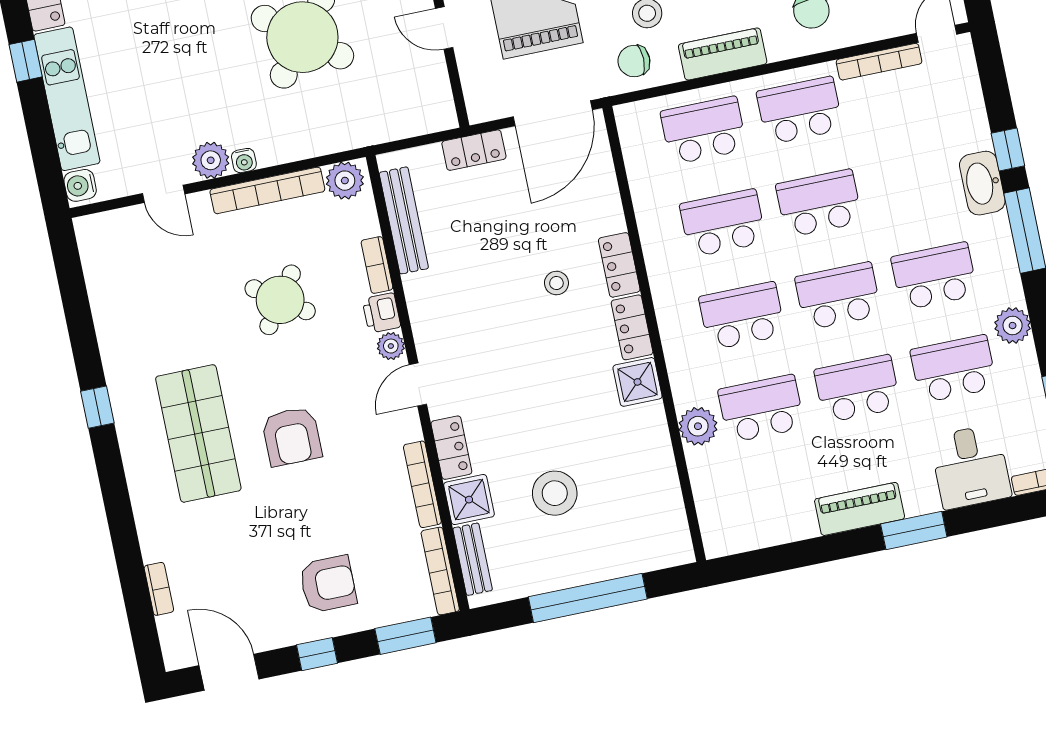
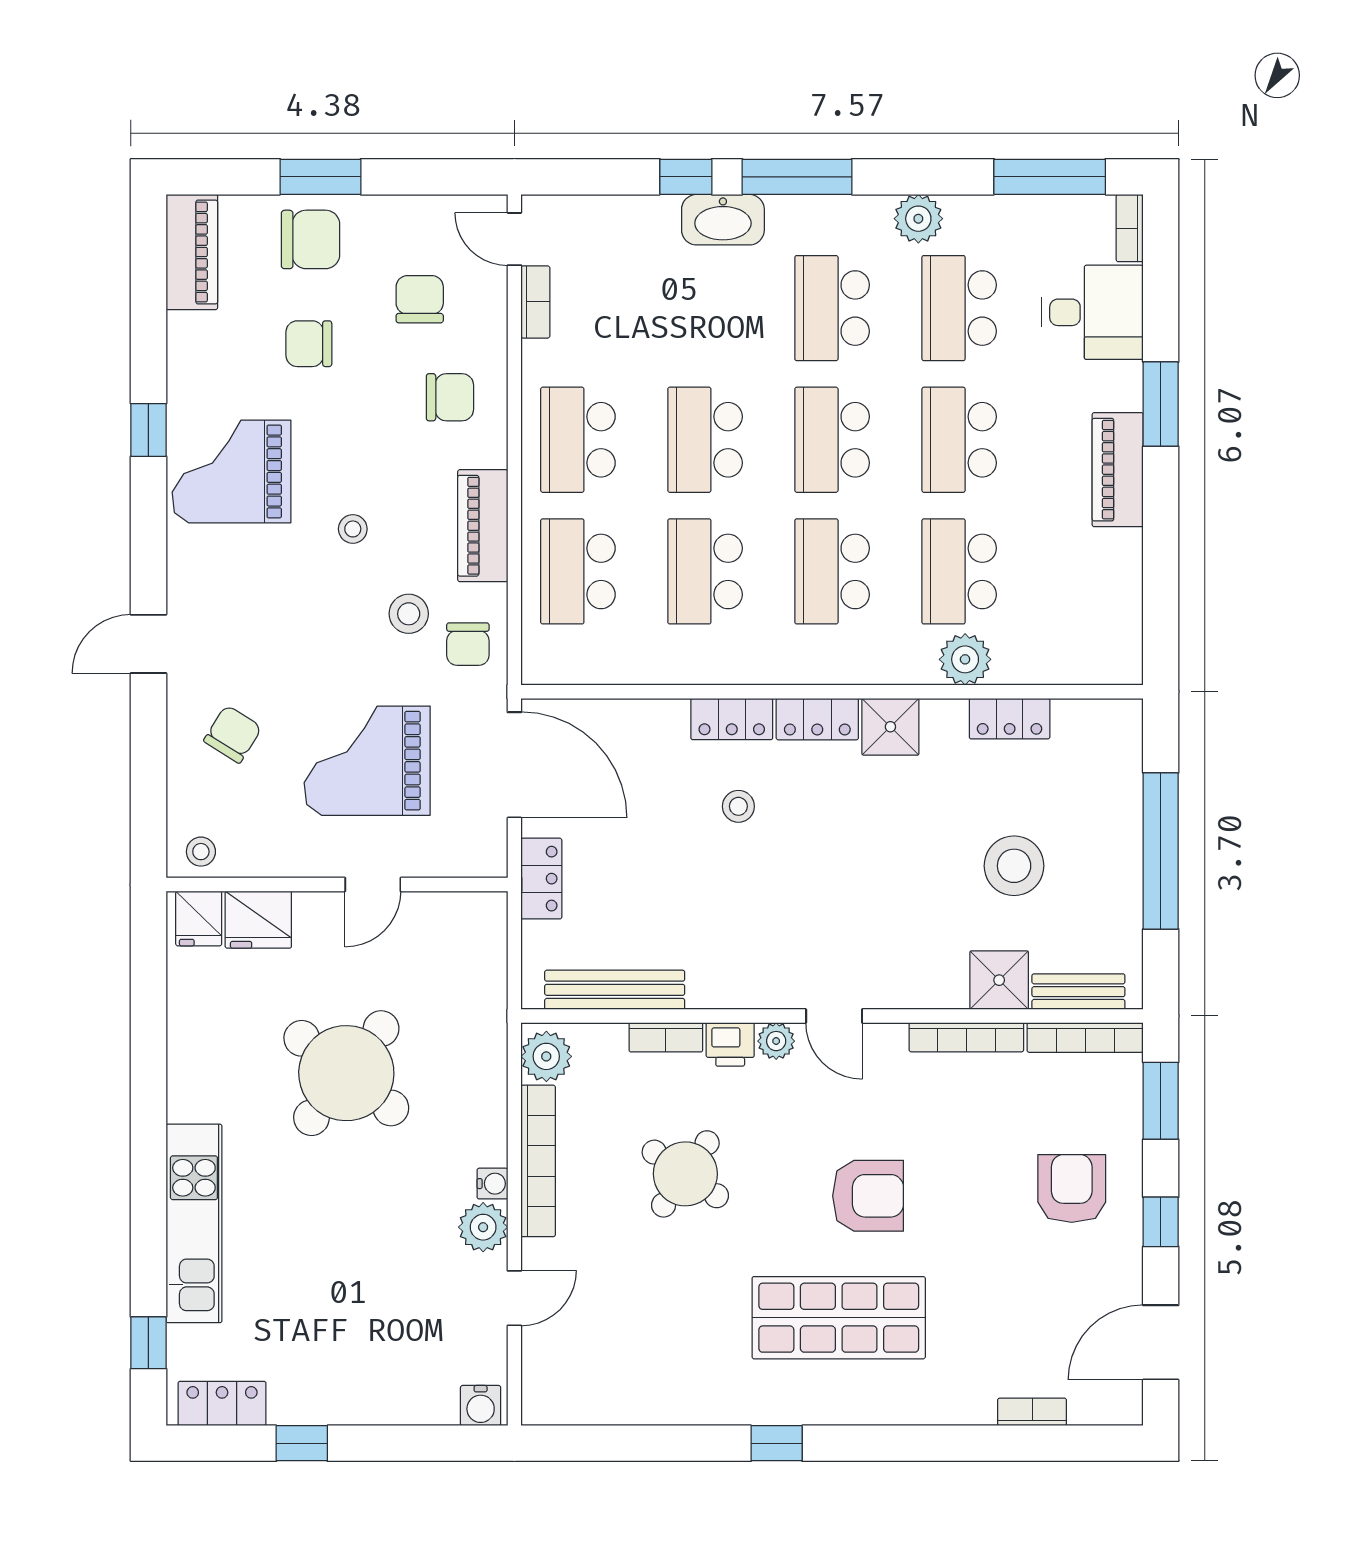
bookcase: (879, 62) -> (535, 302), width x0.64
kitchen unit: (67, 99) -> (363, 1399), removed
locker: (451, 448) -> (1010, 719), moved, turned 180

